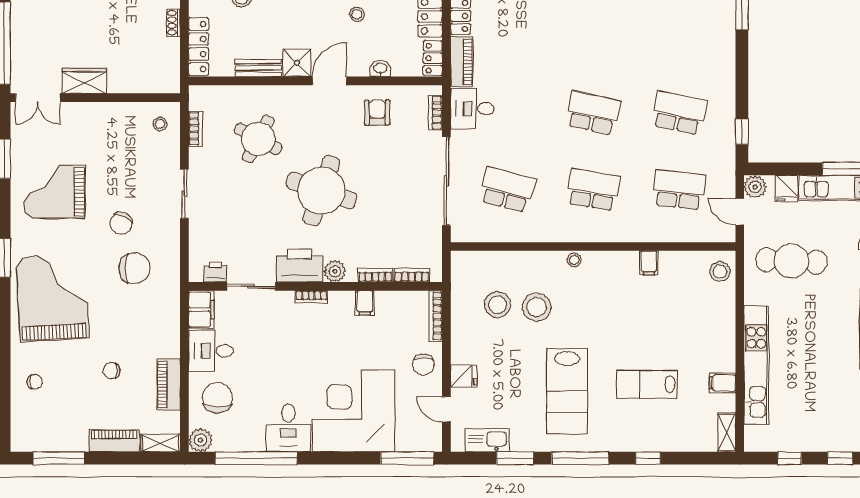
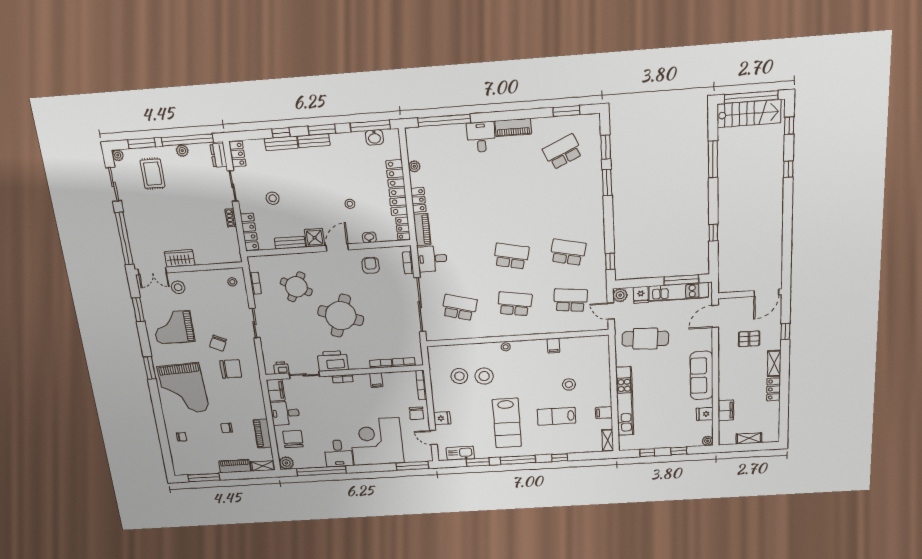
stool: (74, 127) -> (178, 287), added
plant: (335, 271) -> (355, 363), removed
stool: (720, 271) -> (569, 384), moved
grand piano: (53, 298) -> (183, 389), turned 180

